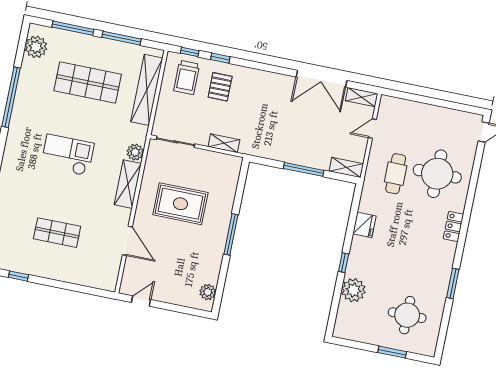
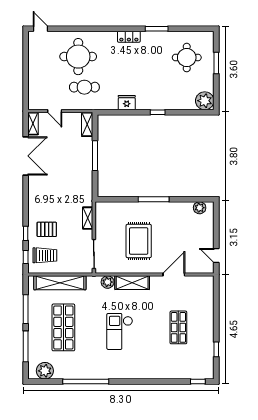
locker: (453, 226) -> (129, 37), moved
plant: (353, 290) -> (205, 101), moved

